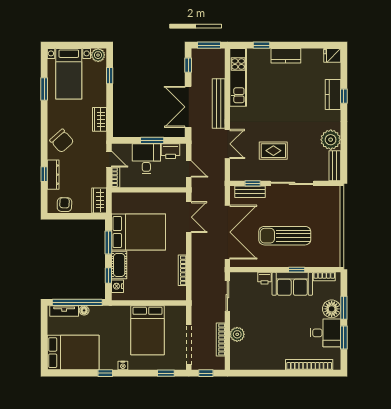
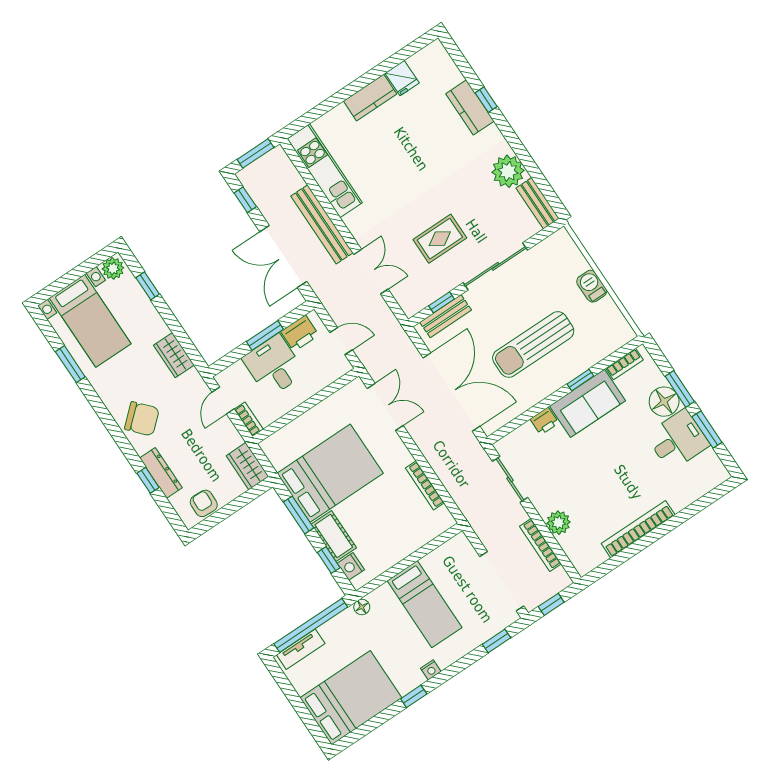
window: (262, 45) -> (327, 105), removed
fridge: (332, 55) -> (402, 78), moved, turned -90
door: (109, 159) -> (223, 401), swing flipped
barbecue: (334, 226) -> (592, 286), added
floor lamp: (84, 310) -> (362, 607), moved
bed: (148, 330) -> (425, 604), width x0.67
bookcase: (309, 365) -> (638, 529), moved

